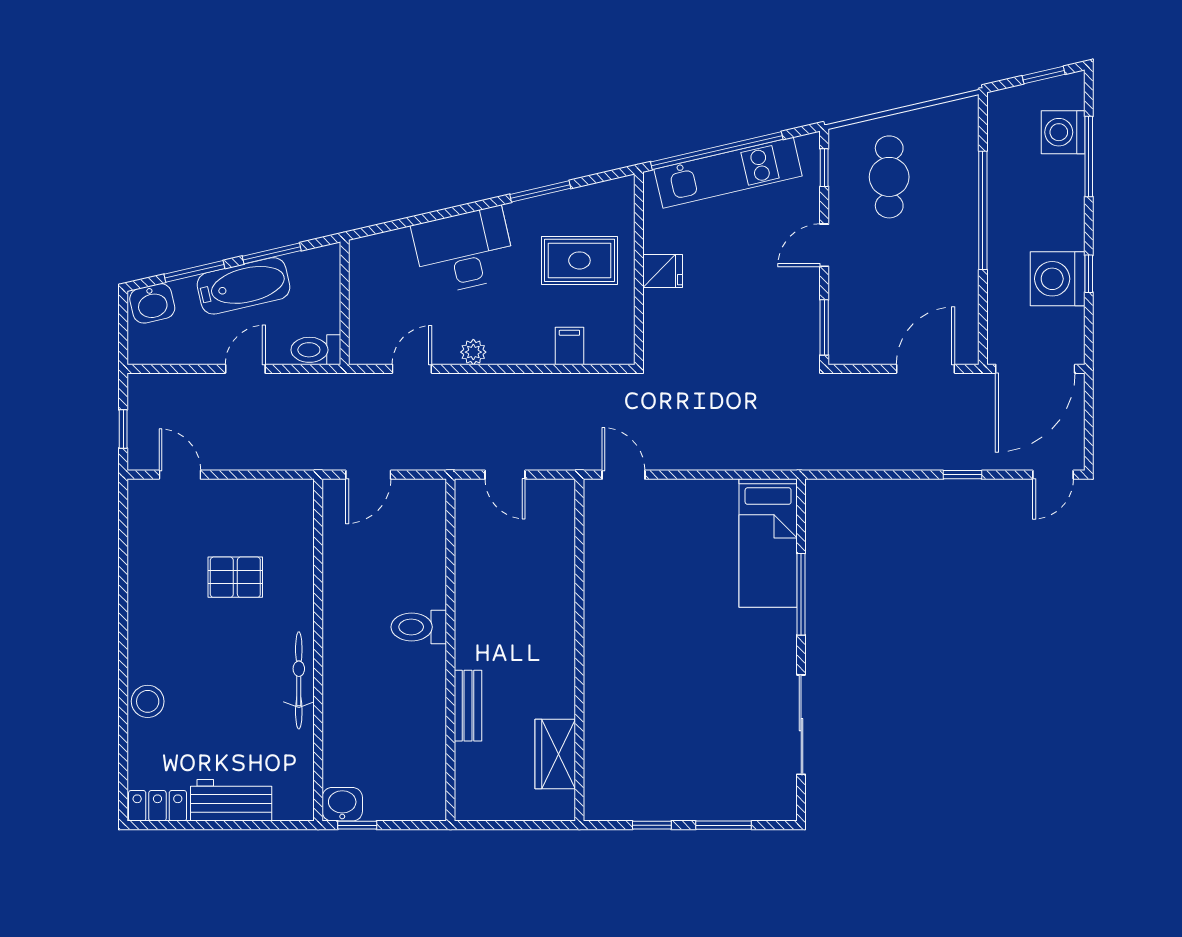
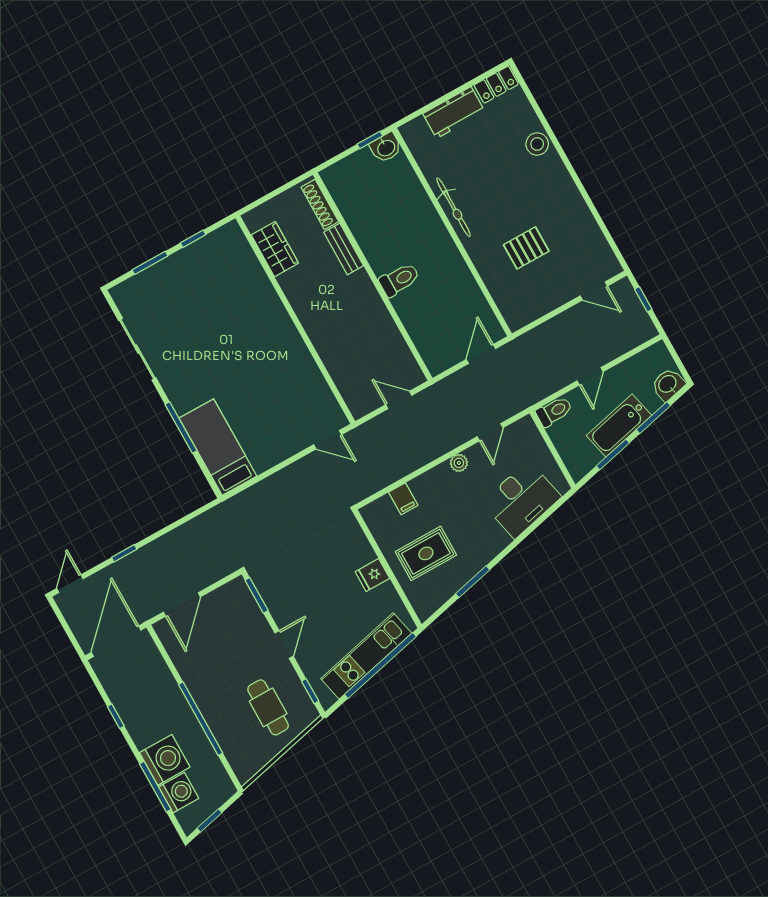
desk: (464, 251) -> (522, 500), moved
washing machine: (1058, 279) -> (165, 760), moved
shoe rack: (466, 779) -> (320, 204), added

